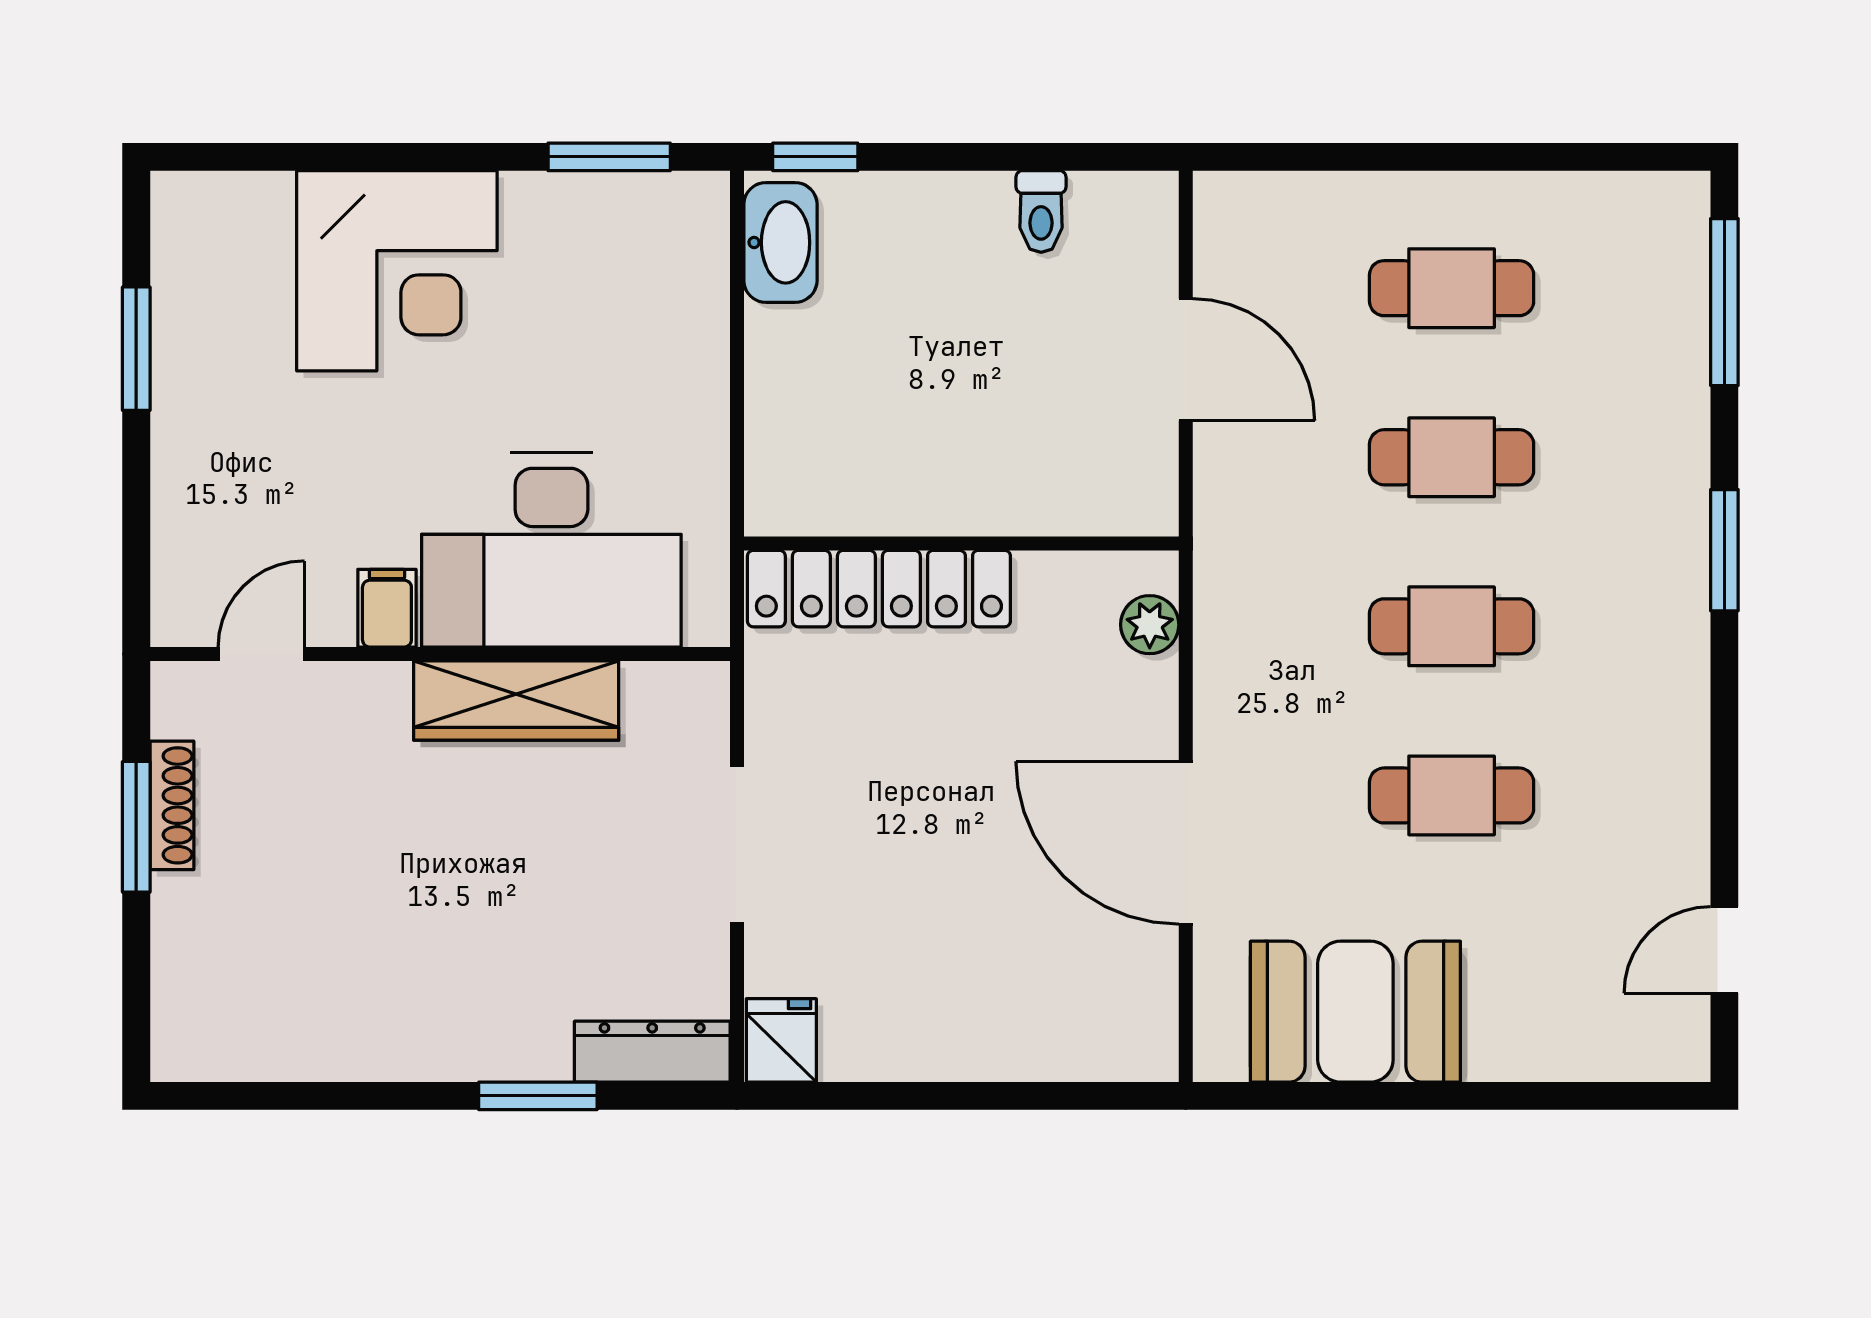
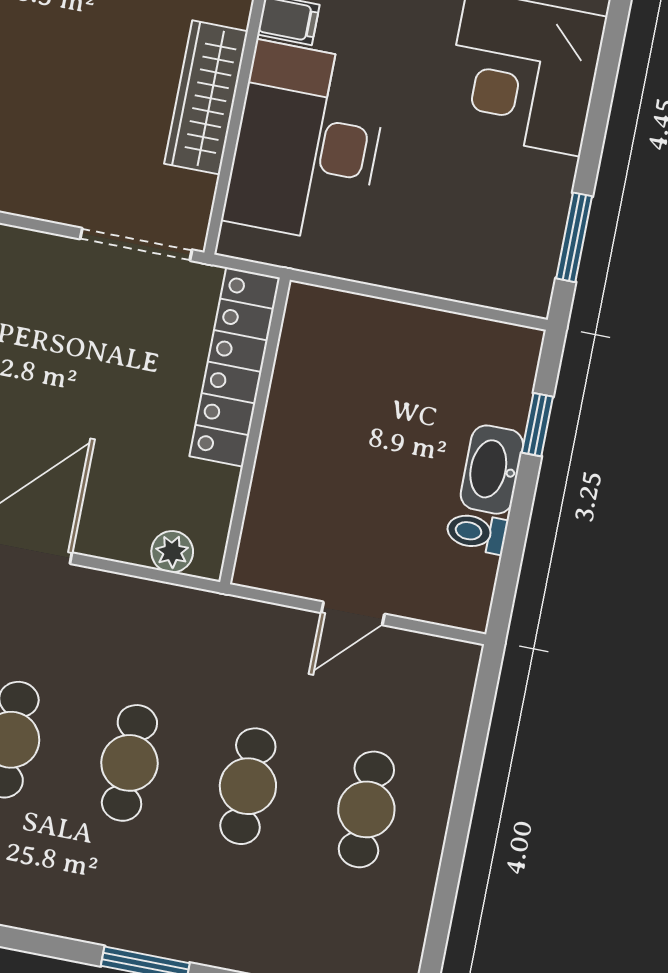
window: (815, 157) -> (537, 425), moved
washbasin: (780, 242) -> (492, 470), moved, turned 90
door: (1186, 360) -> (353, 613), width x0.73
doorway: (737, 845) -> (136, 244), moved

